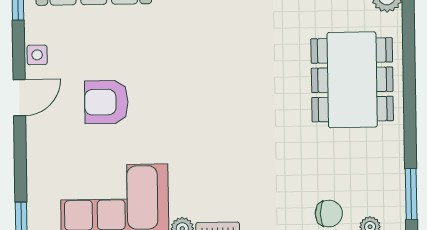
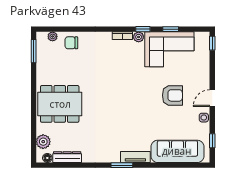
dining table: (352, 80) -> (60, 104), turned 90

